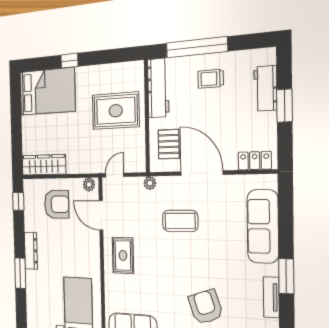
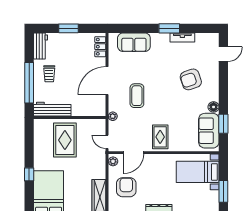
workbench: (265, 88) -> (40, 46), moved, turned -90
pallet: (169, 144) -> (88, 103), removed
sofa: (263, 226) -> (134, 42), width x0.73
rug: (123, 255) -> (160, 137), turned 90

